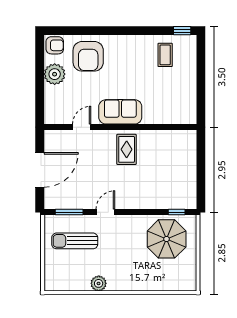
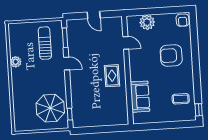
armchair: (88, 56) -> (171, 55), moved
plant: (55, 74) -> (147, 22), moved
sofa: (120, 112) -> (140, 97), moved
rug: (127, 149) -> (112, 76), turned 90
door: (40, 170) -> (94, 15), width x0.53

